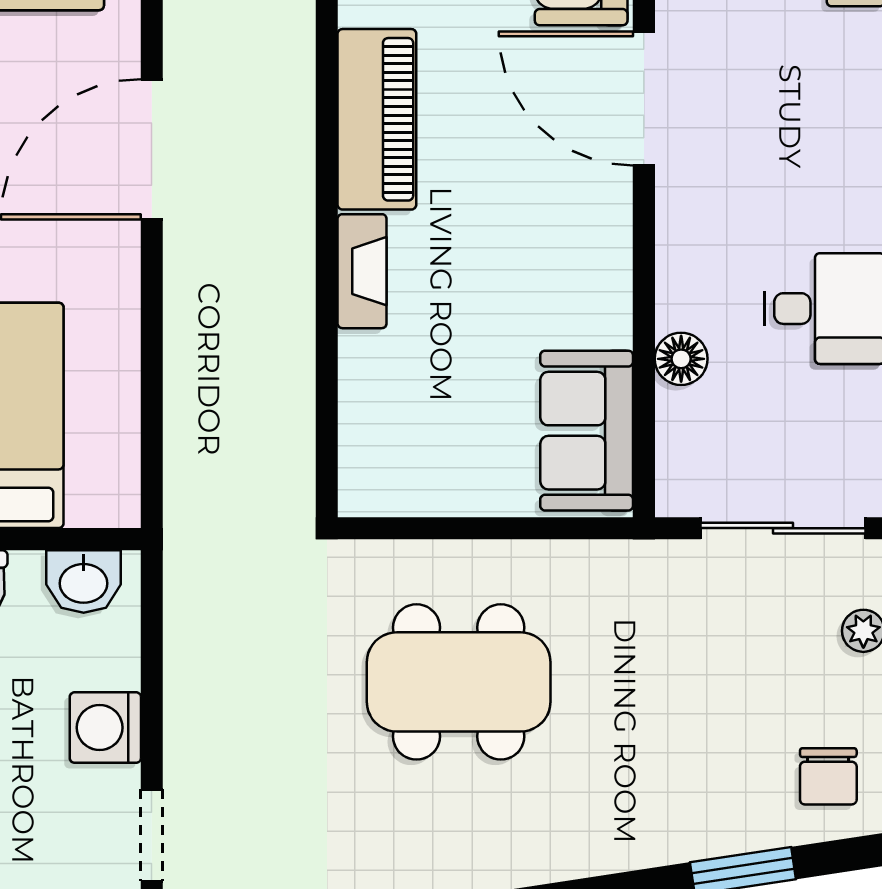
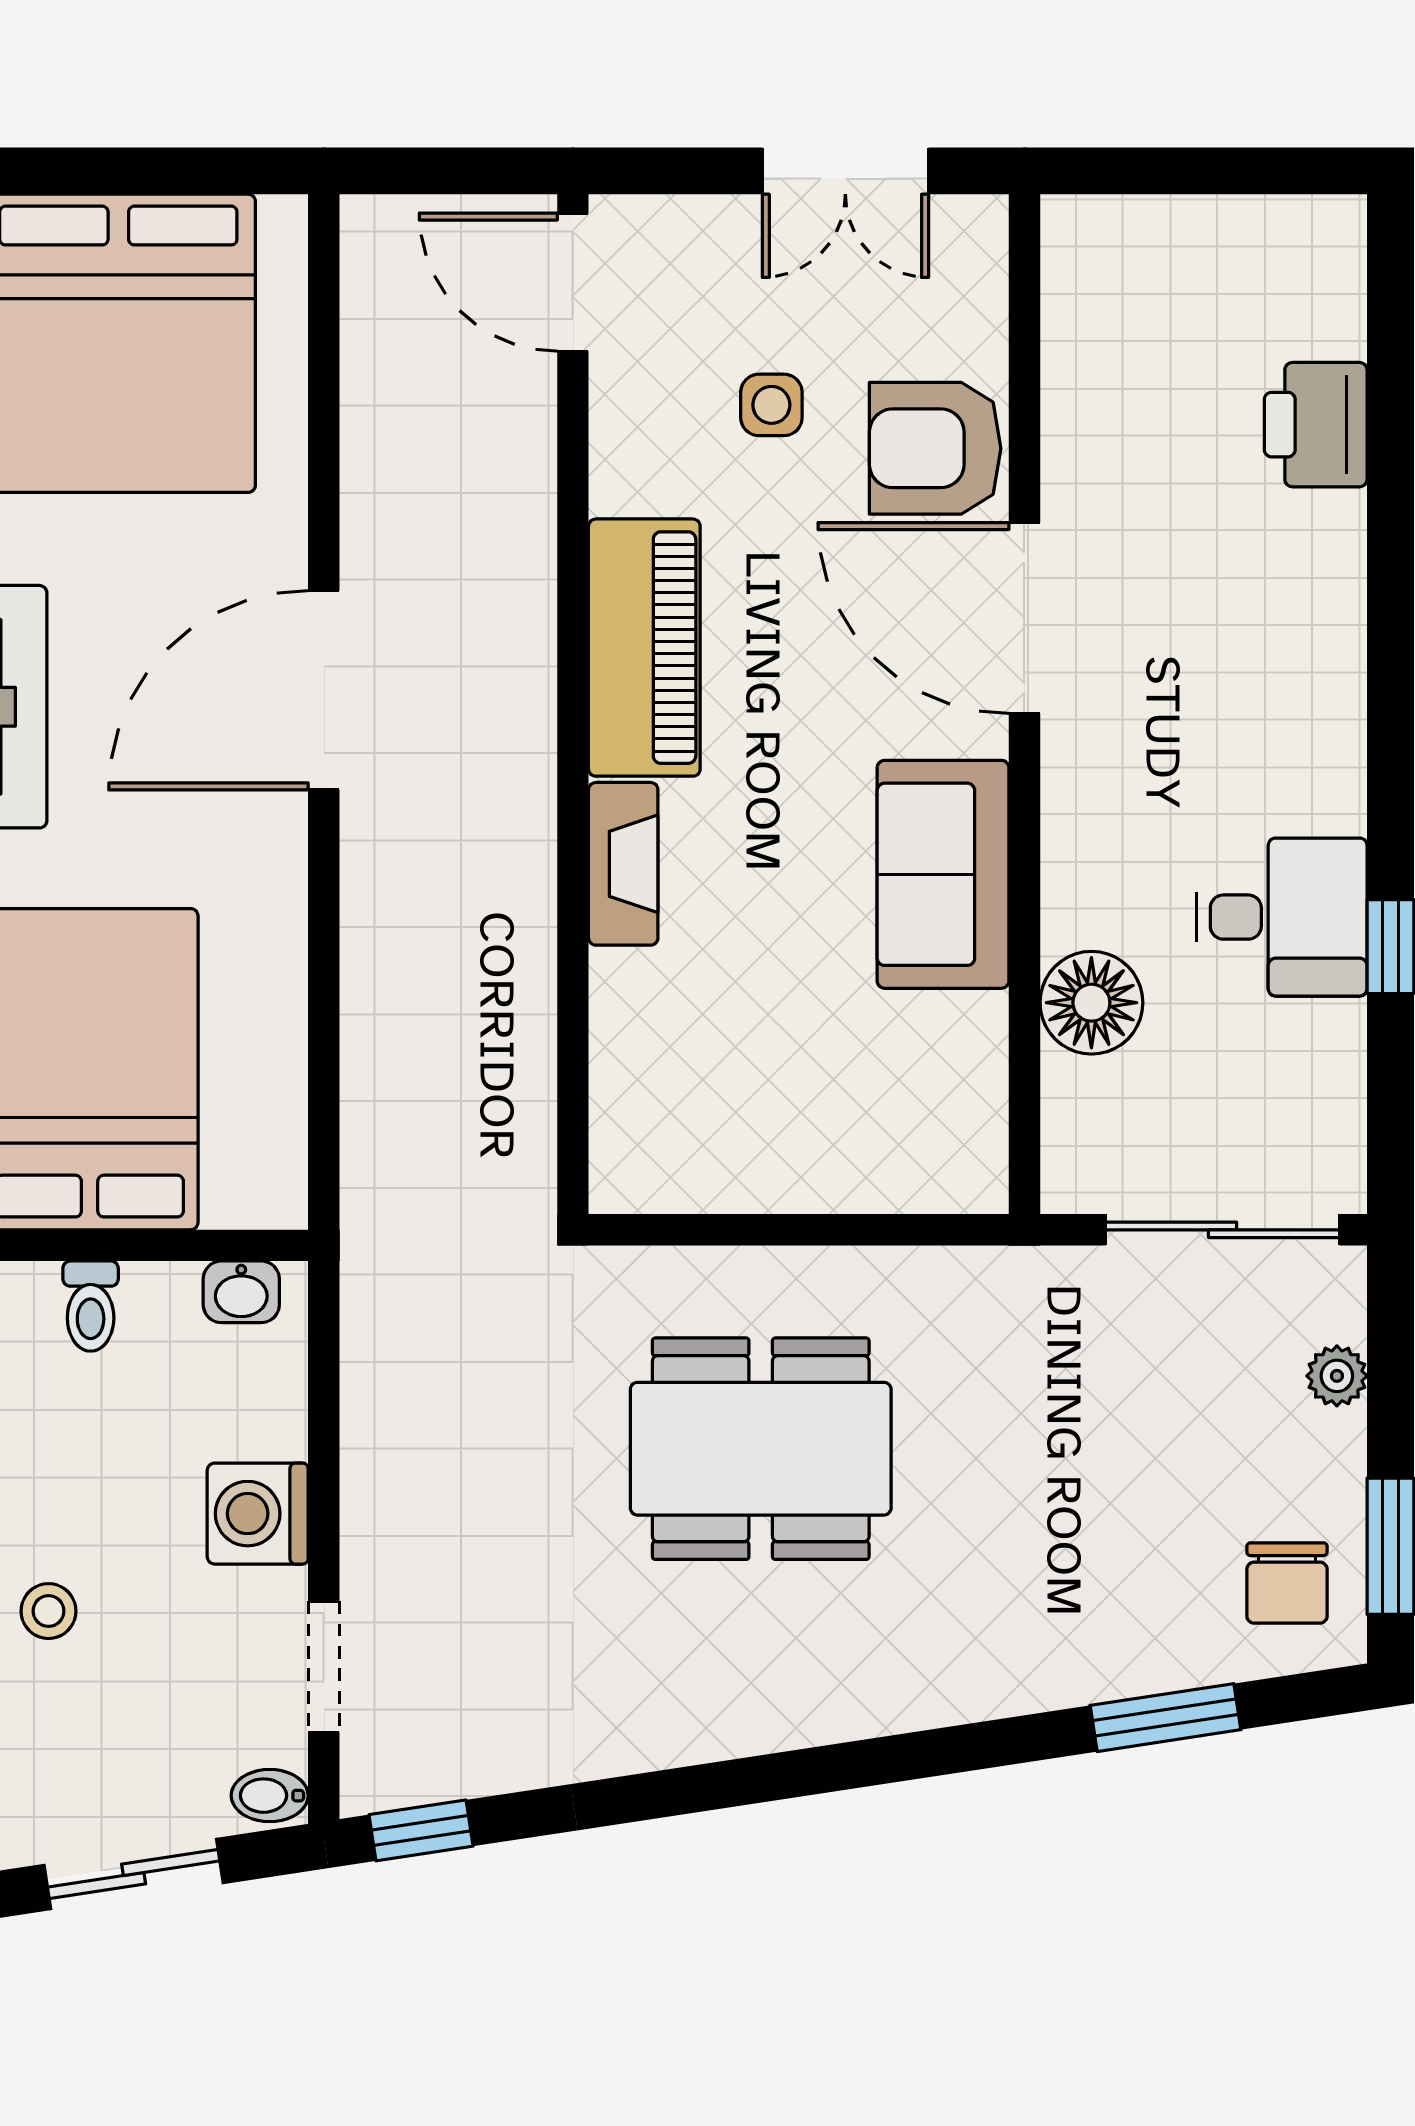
floor lamp: (681, 359) -> (1091, 1003), width x1.38, depth x1.38
sofa: (587, 431) -> (943, 874), moved
washbasin: (84, 581) -> (241, 1292), width x0.72, depth x0.69

